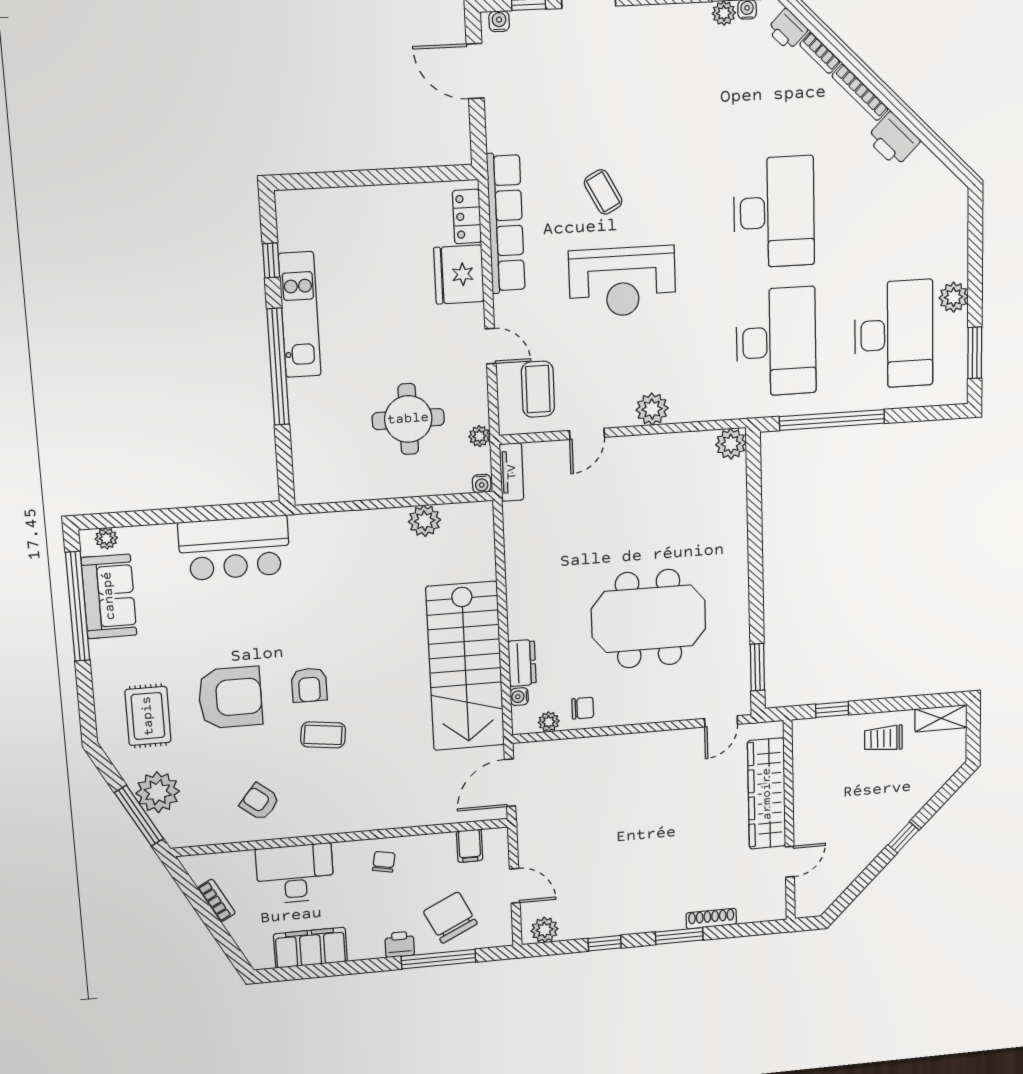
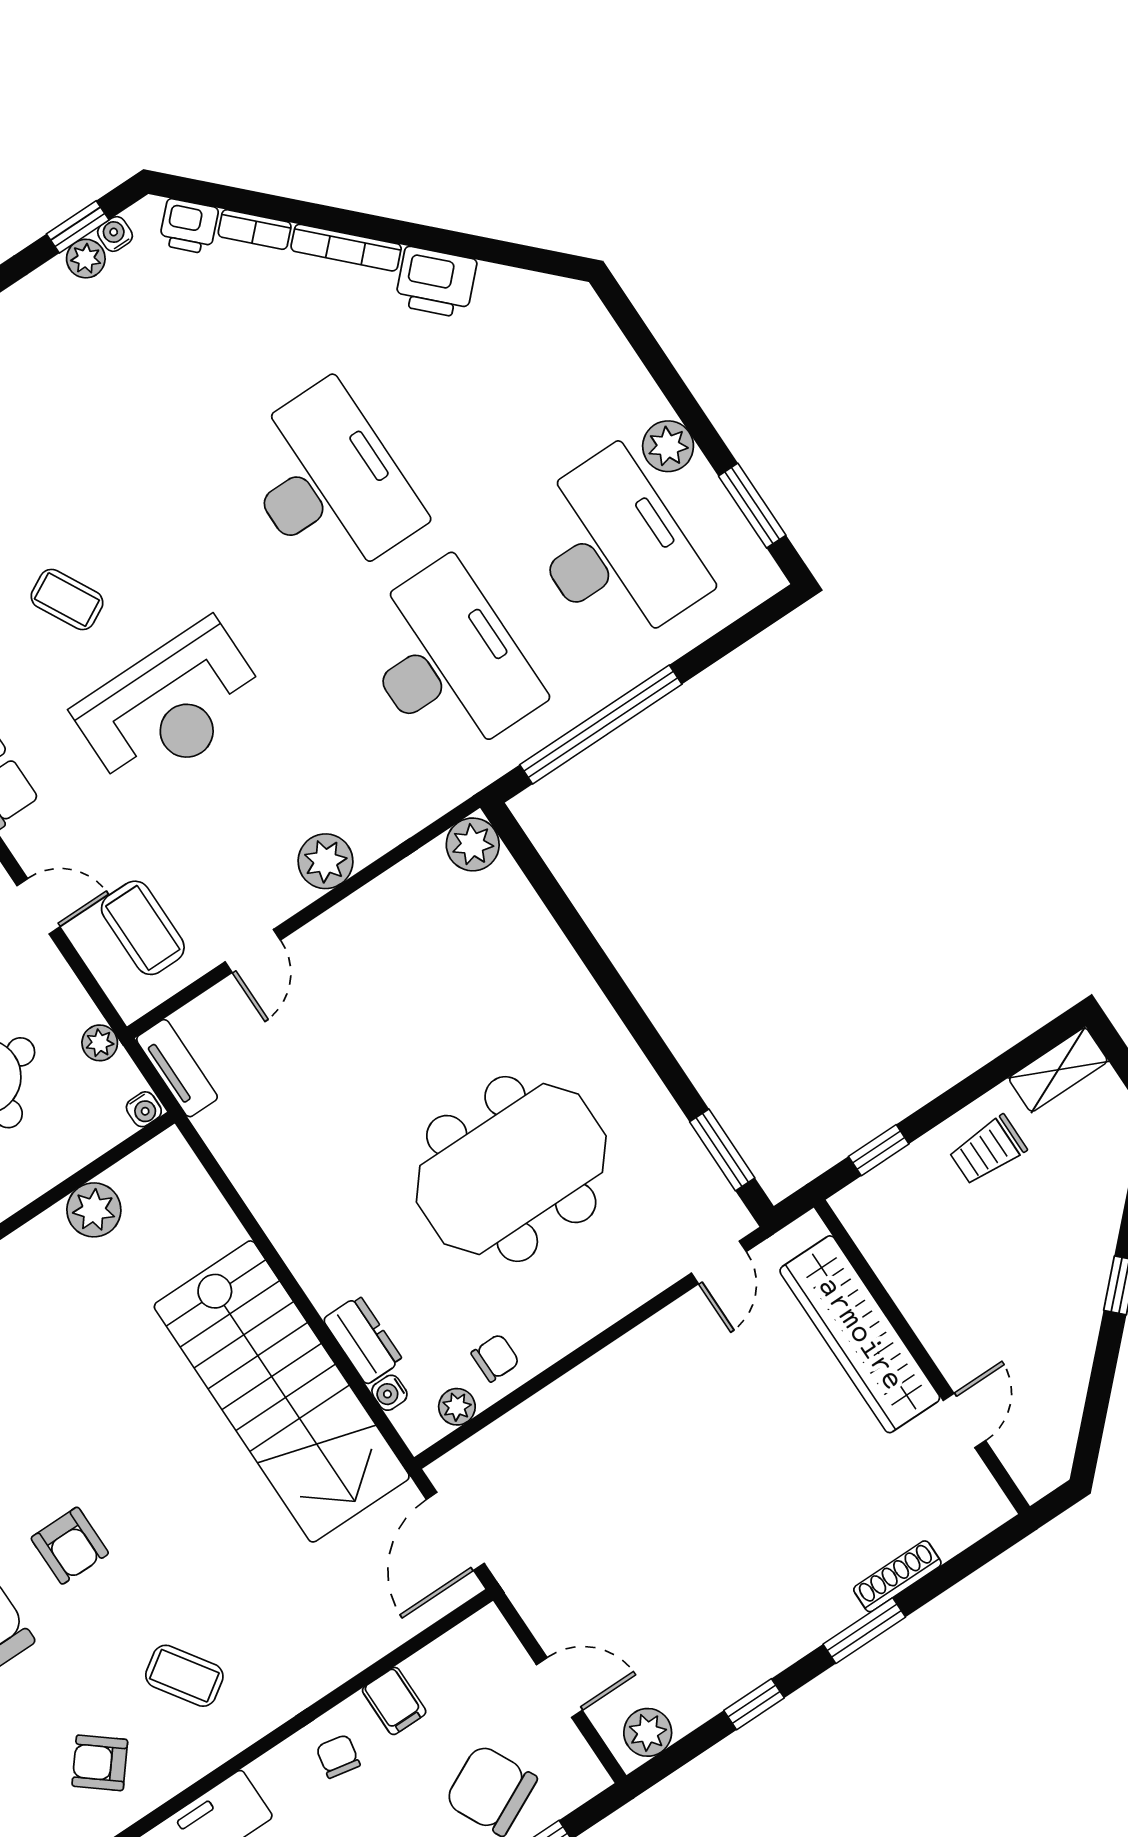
coffee table: (323, 735) -> (184, 1676), moved, turned 49
filing cabinet: (470, 846) -> (394, 1701), moved

